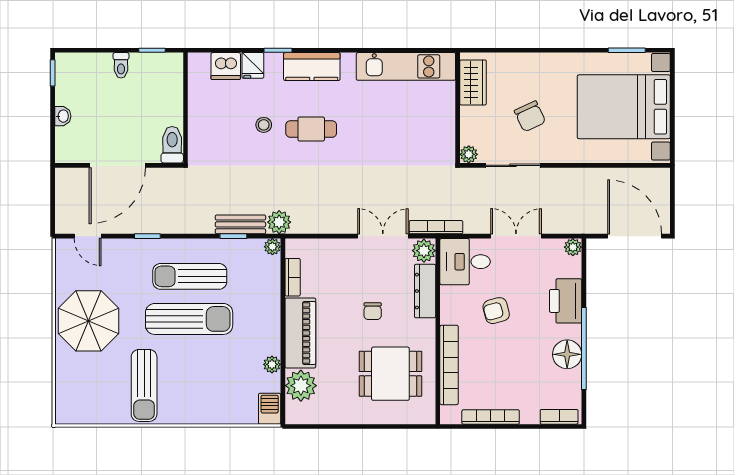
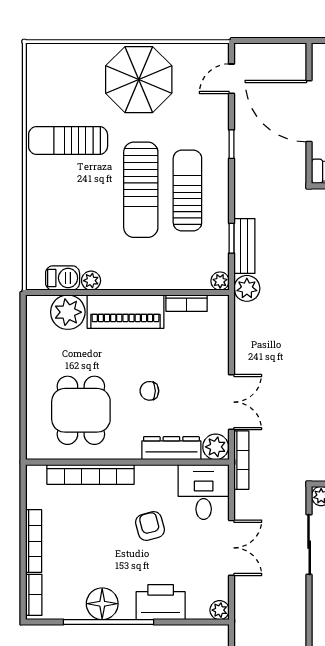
barbecue: (270, 409) -> (63, 278), moved
bookcase: (491, 417) -> (34, 541), moved

